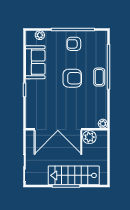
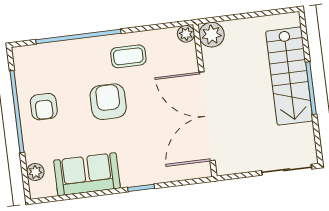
coffee table: (99, 77) -> (128, 56), moved
double door: (58, 129) -> (207, 116), swing flipped
plant: (89, 137) -> (212, 35), moved

